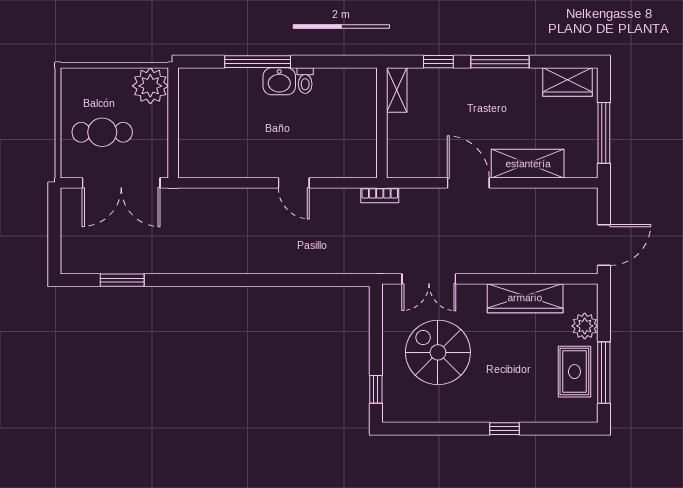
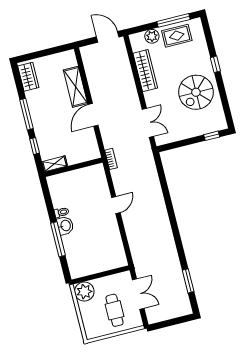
window: (604, 133) -> (50, 51), removed
double door: (121, 183) -> (138, 294), width x0.73
spiral stairs: (438, 352) -> (196, 92), moved

